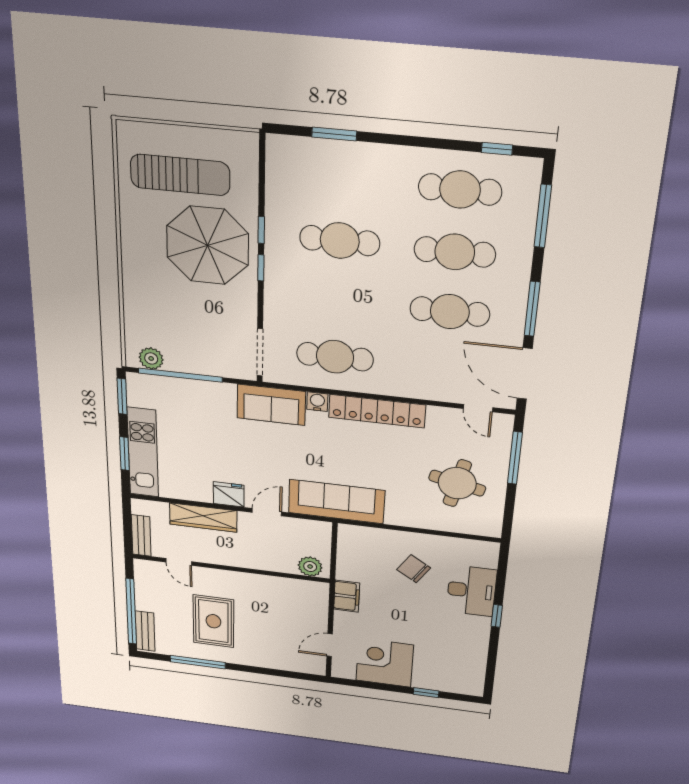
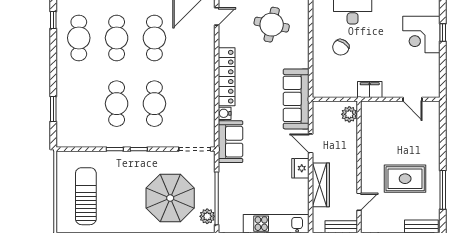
parasol: (208, 245) -> (170, 198), moved
cafe table: (335, 357) -> (154, 104), moved
corner desk: (385, 663) -> (421, 35), moved

